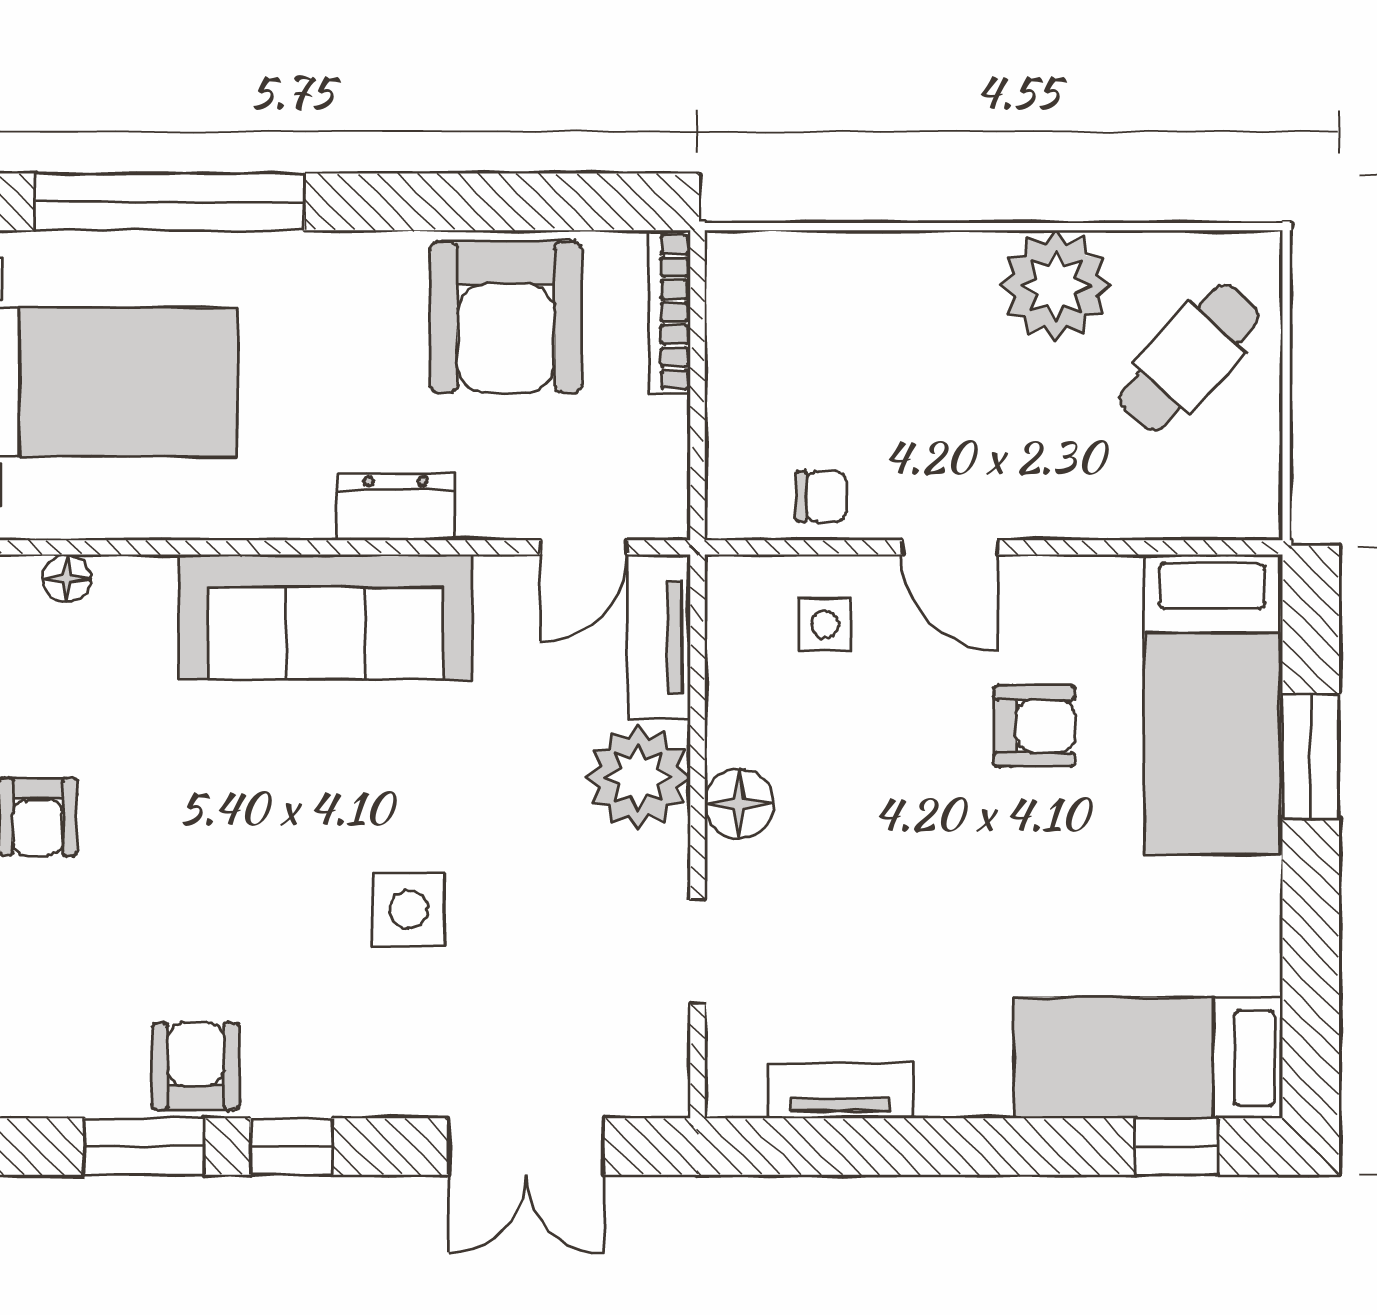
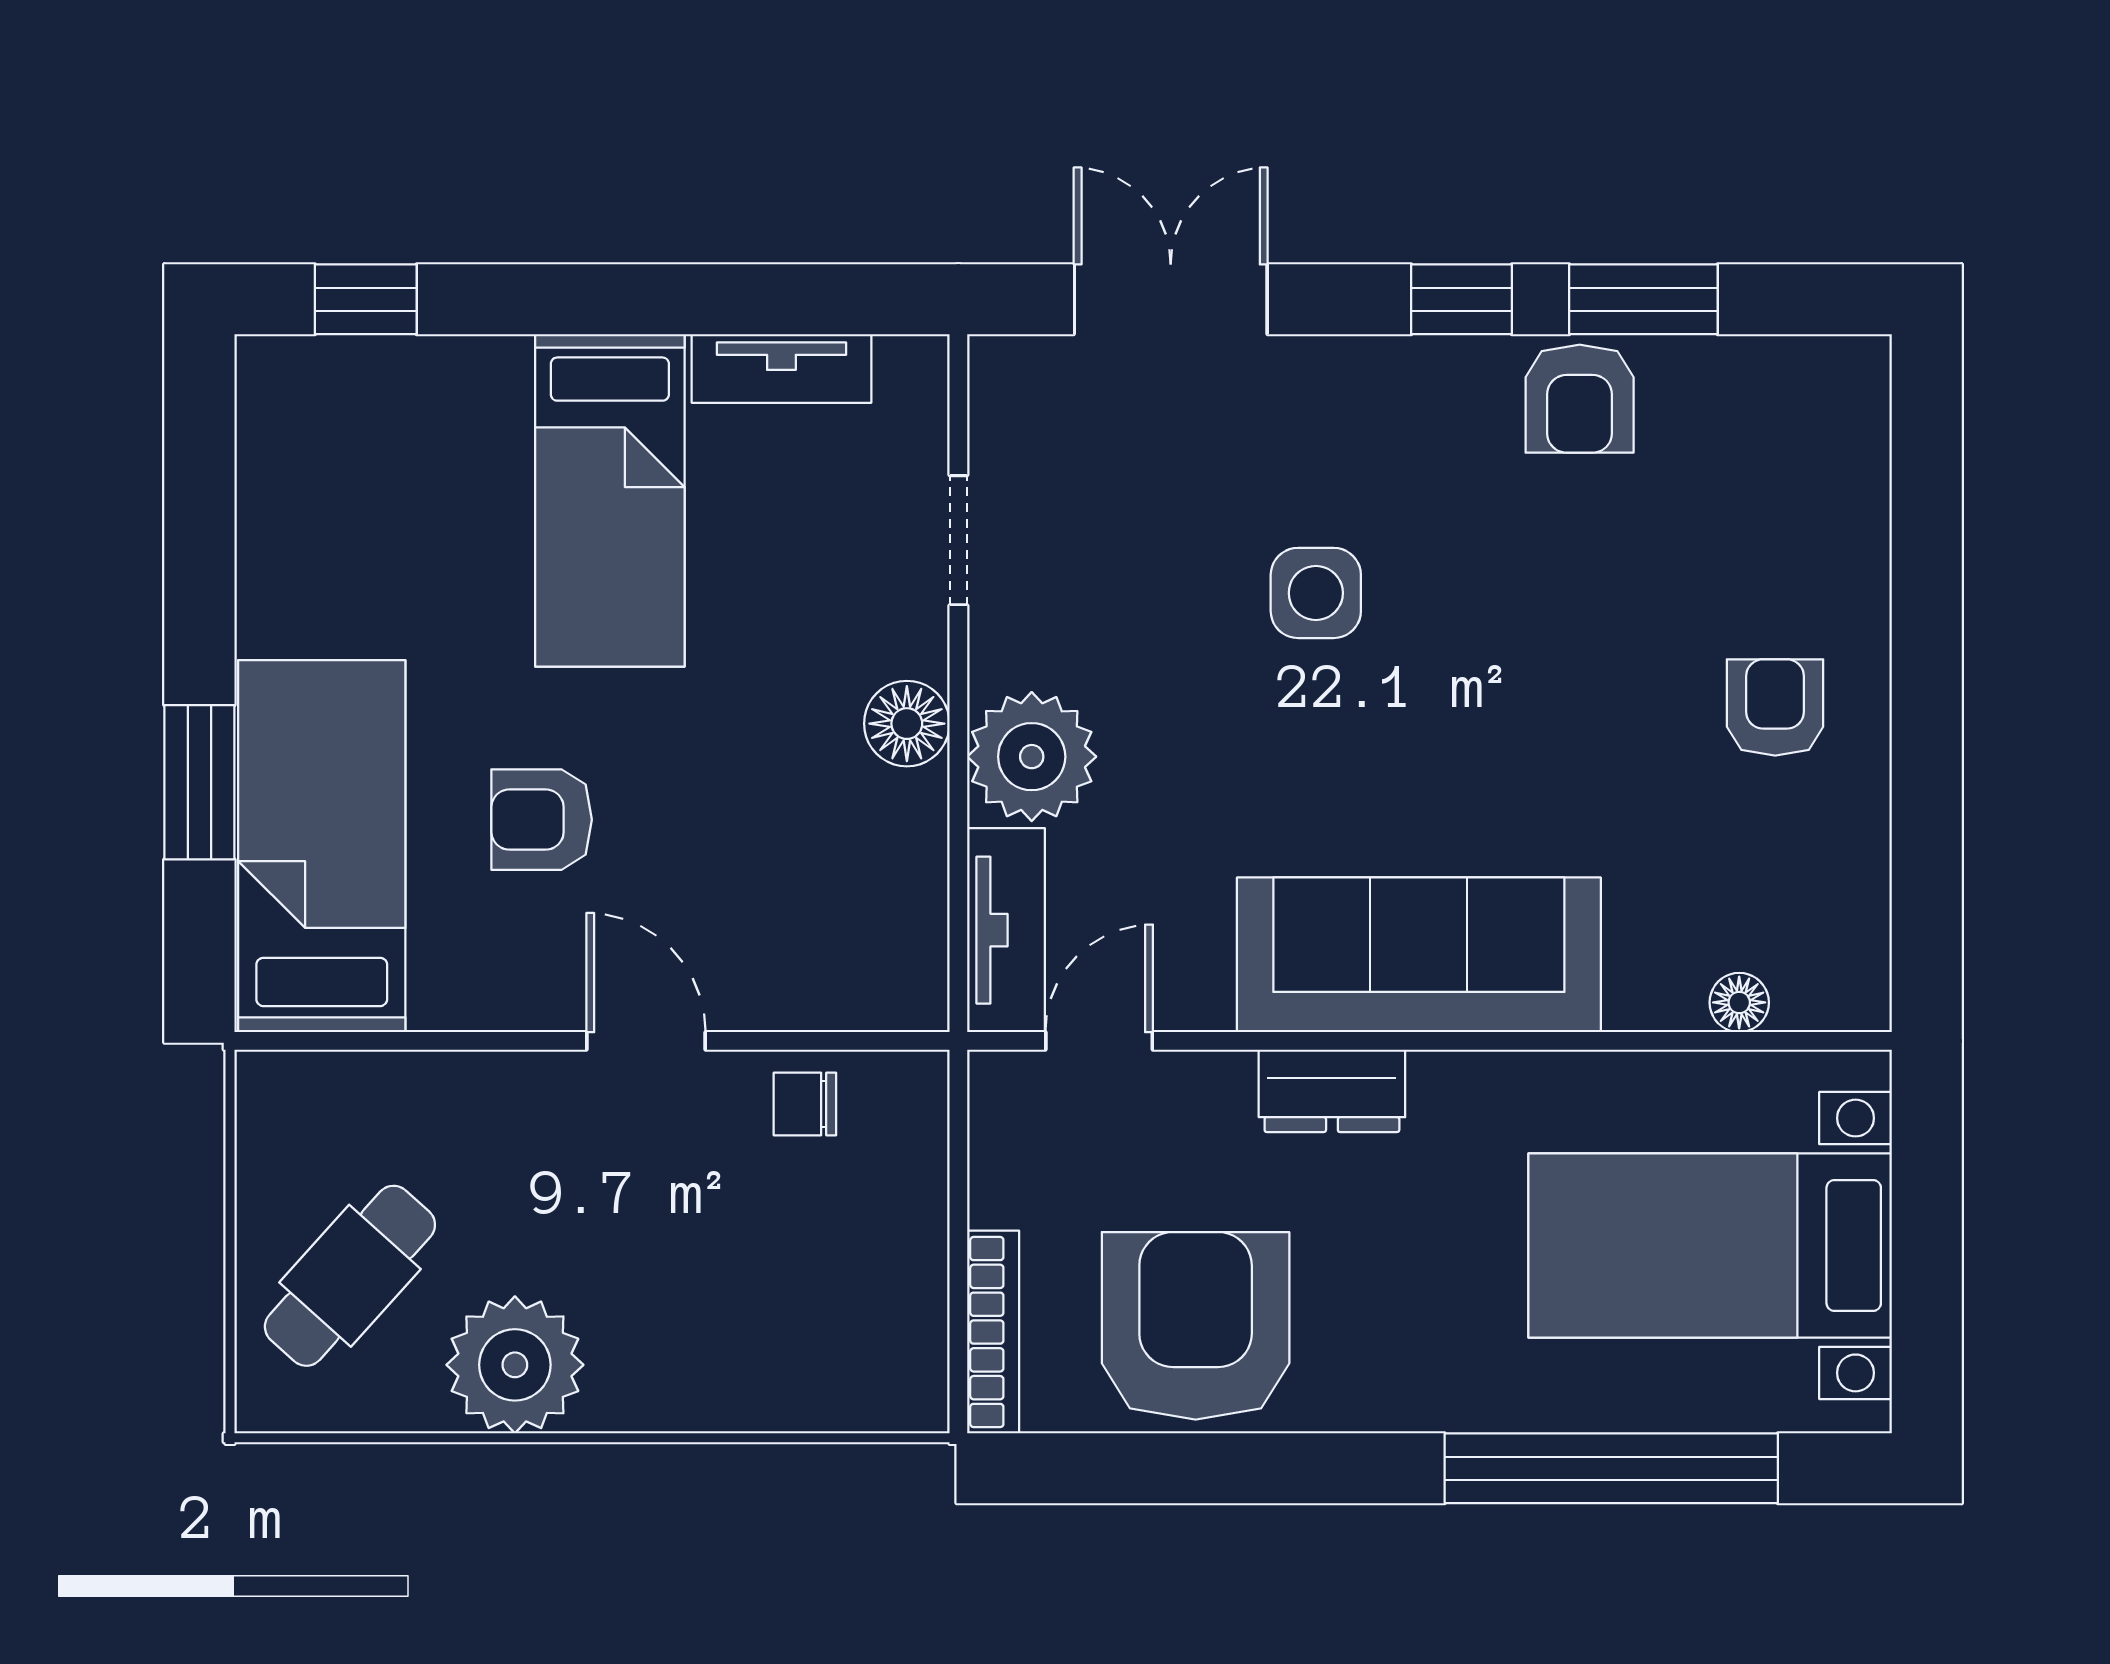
side table: (825, 624) -> (801, 945), removed
bed: (1148, 1058) -> (610, 500), moved, turned 90

